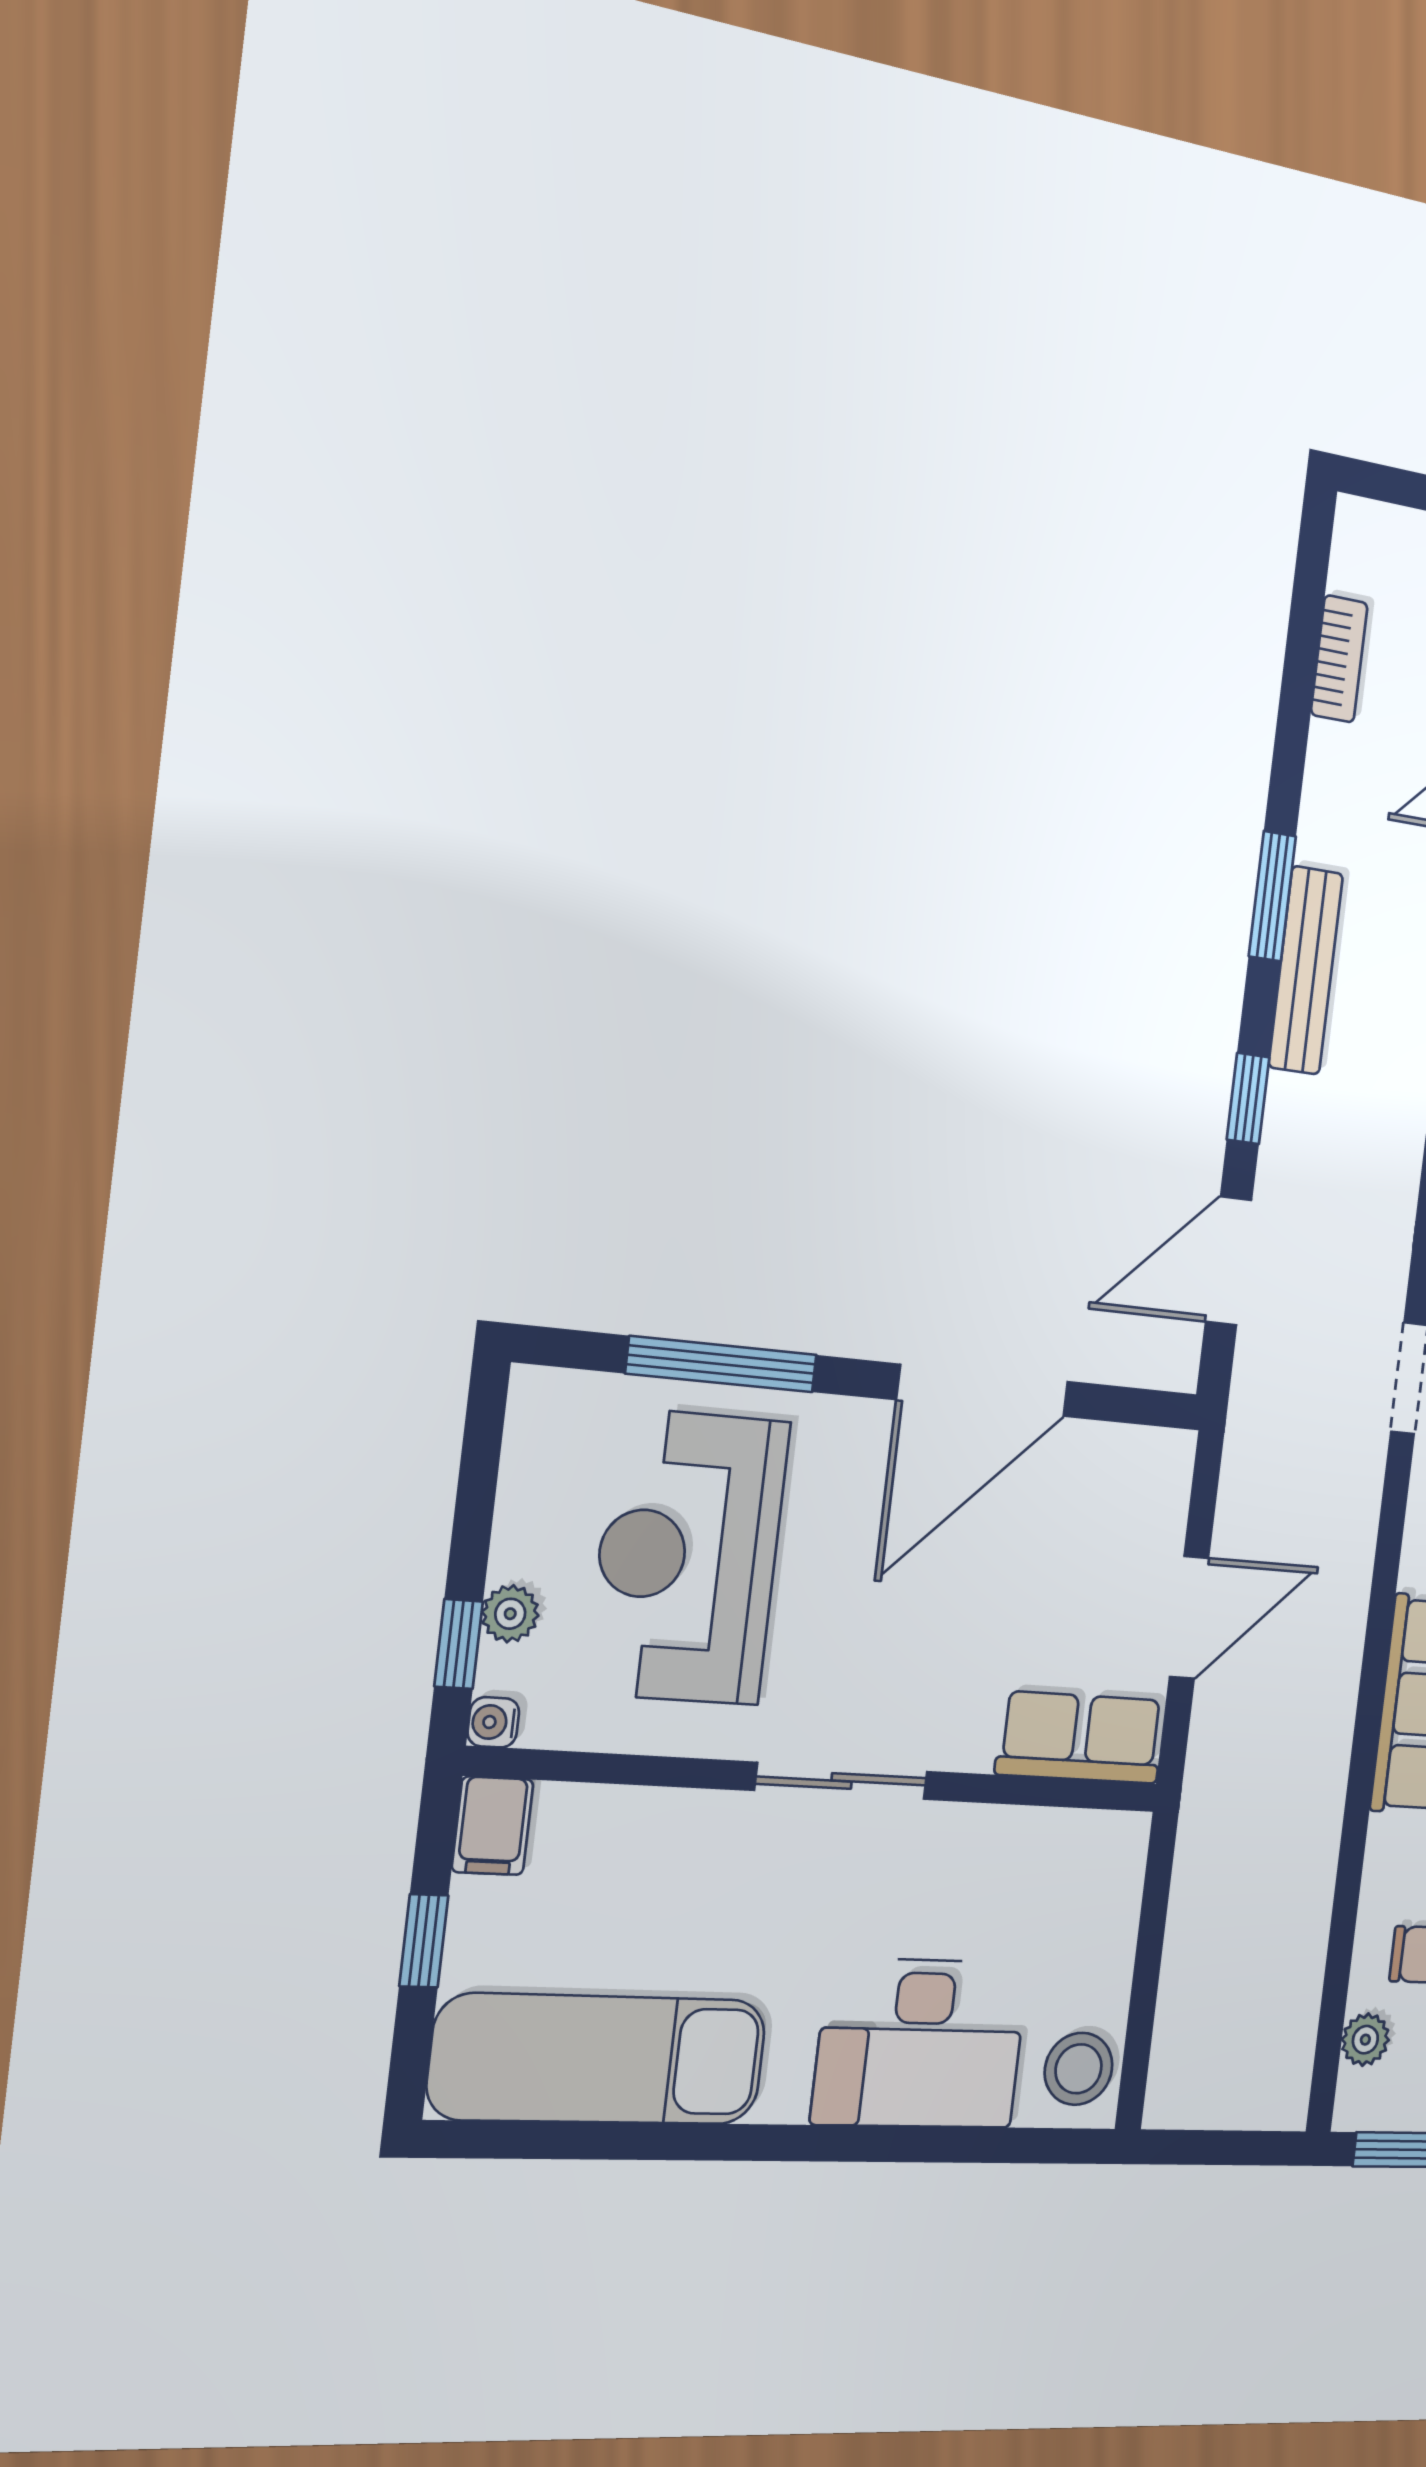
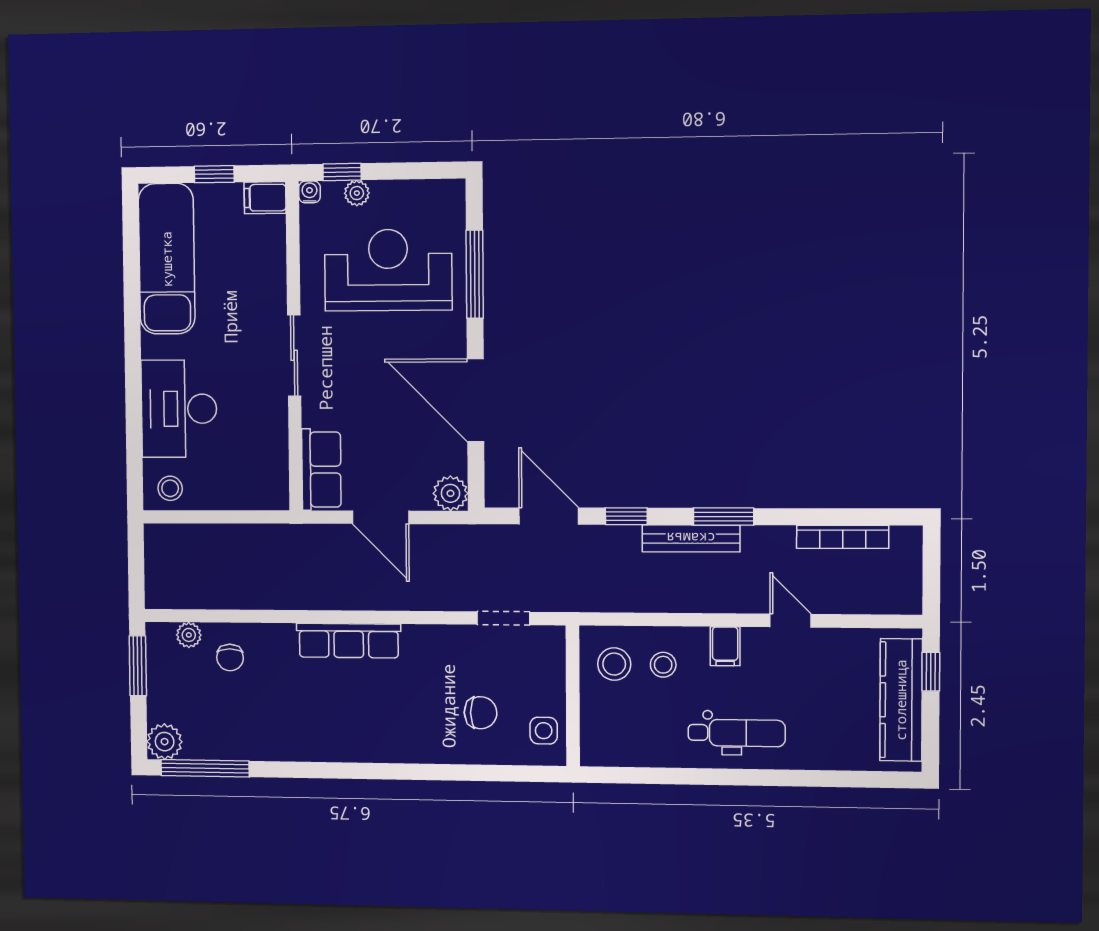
bookcase: (1339, 659) -> (843, 537), width x1.56
plant: (1160, 1464) -> (450, 493), added
stool: (1079, 2069) -> (170, 488), width x0.73, depth x0.73

